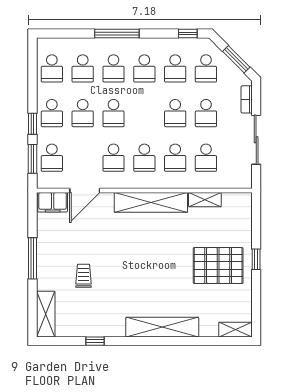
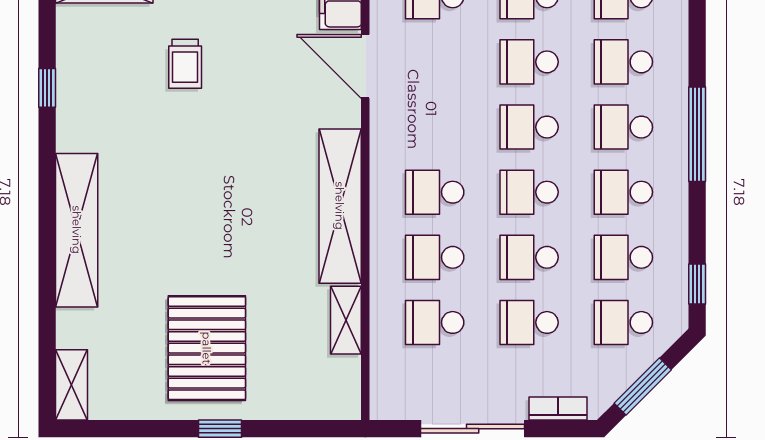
school desk: (114, 158) -> (529, 192), moved
trolley: (83, 276) -> (185, 64), turned 90

